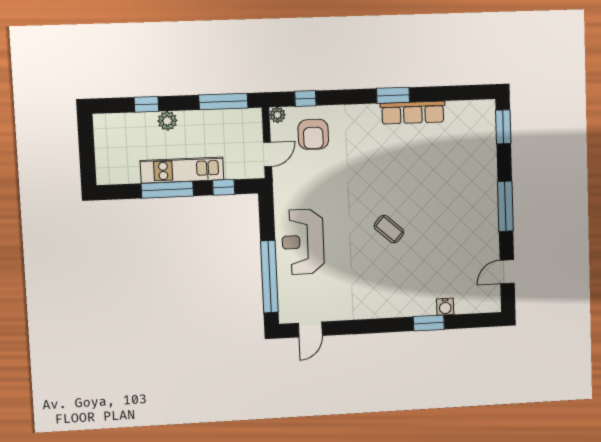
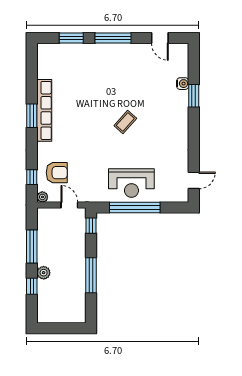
window: (223, 101) -> (32, 247), moved
row of seats: (413, 113) -> (44, 110), width x1.36
window: (503, 127) -> (71, 38), moved
kitchen unit: (182, 170) -> (78, 264), removed
window: (224, 187) -> (91, 226), moved
window: (269, 277) -> (135, 208), moved
door: (310, 329) -> (194, 180), hinge flipped

